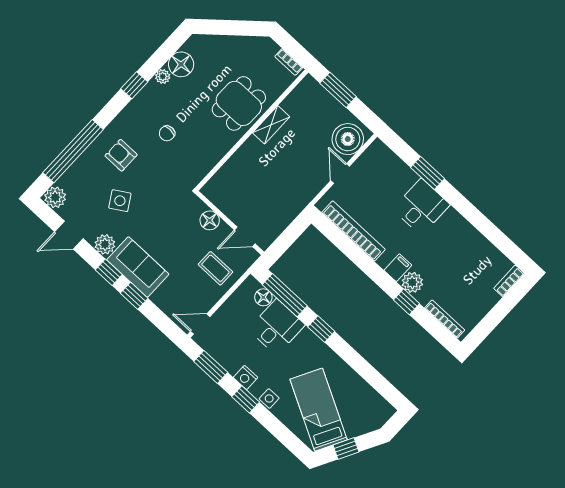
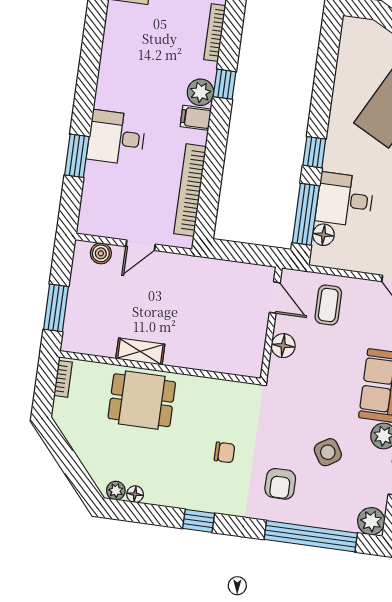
floor lamp: (181, 64) -> (135, 494), width x0.53, depth x0.53
plant: (163, 77) -> (116, 491), moved
boiler: (348, 139) -> (101, 253), width x0.54, depth x0.54

